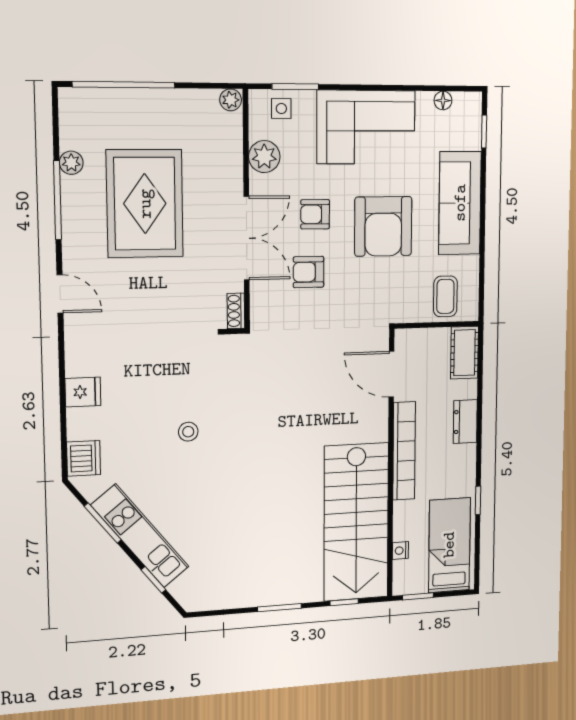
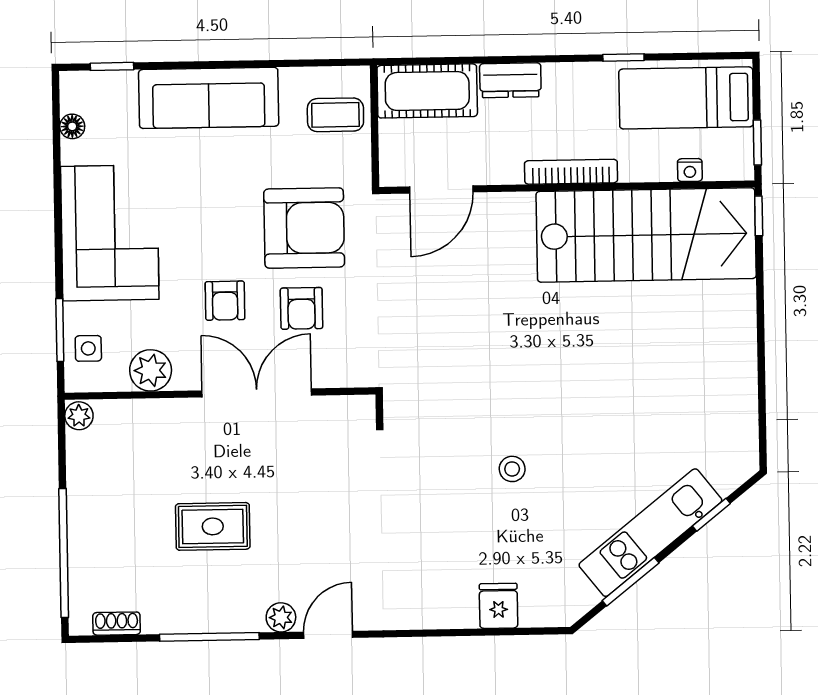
plant: (71, 163) -> (281, 617), moved
rug: (145, 204) -> (213, 526), width x0.54, depth x0.49
armchair: (383, 226) -> (304, 228), moved
shoe rack: (236, 311) -> (117, 624), moved, turned 180
cot: (465, 353) -> (427, 91), width x1.37, depth x1.34
fridge: (83, 392) -> (498, 606), moved
bookcase: (404, 451) -> (571, 172), width x0.68, depth x0.76
dishwasher: (84, 458) -> (543, 606), removed
window: (344, 602) -> (759, 216), moved
window: (280, 608) -> (761, 342), removed

